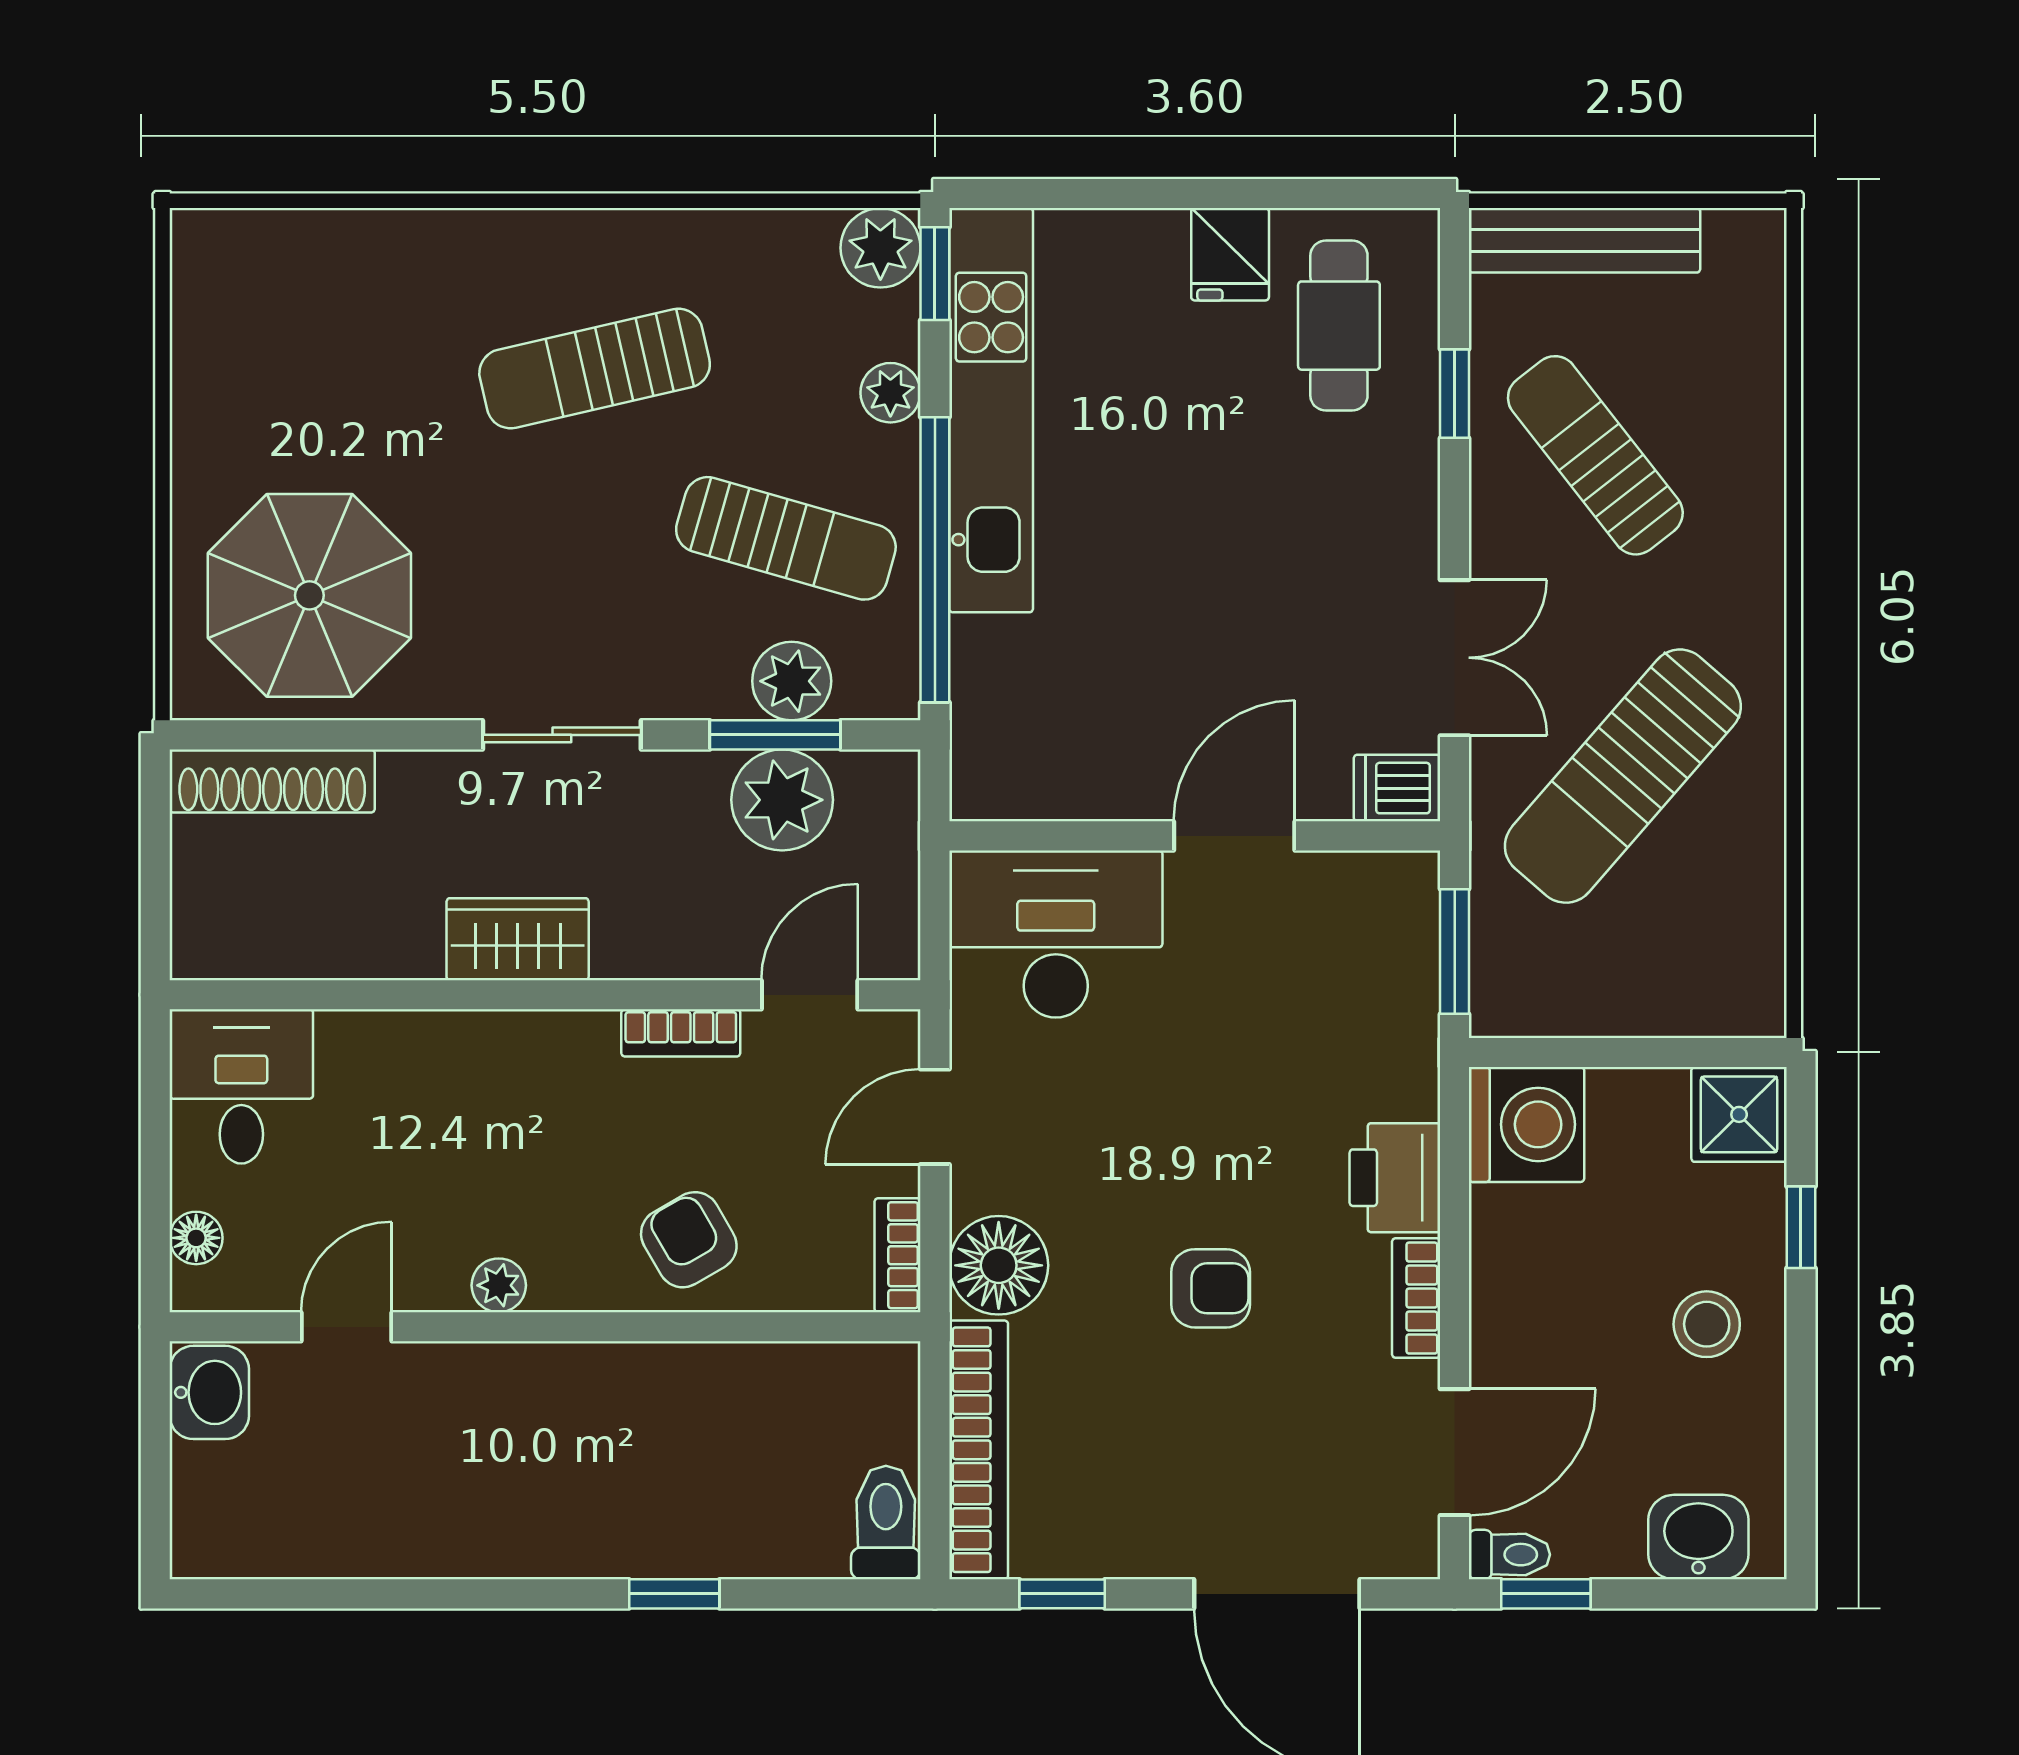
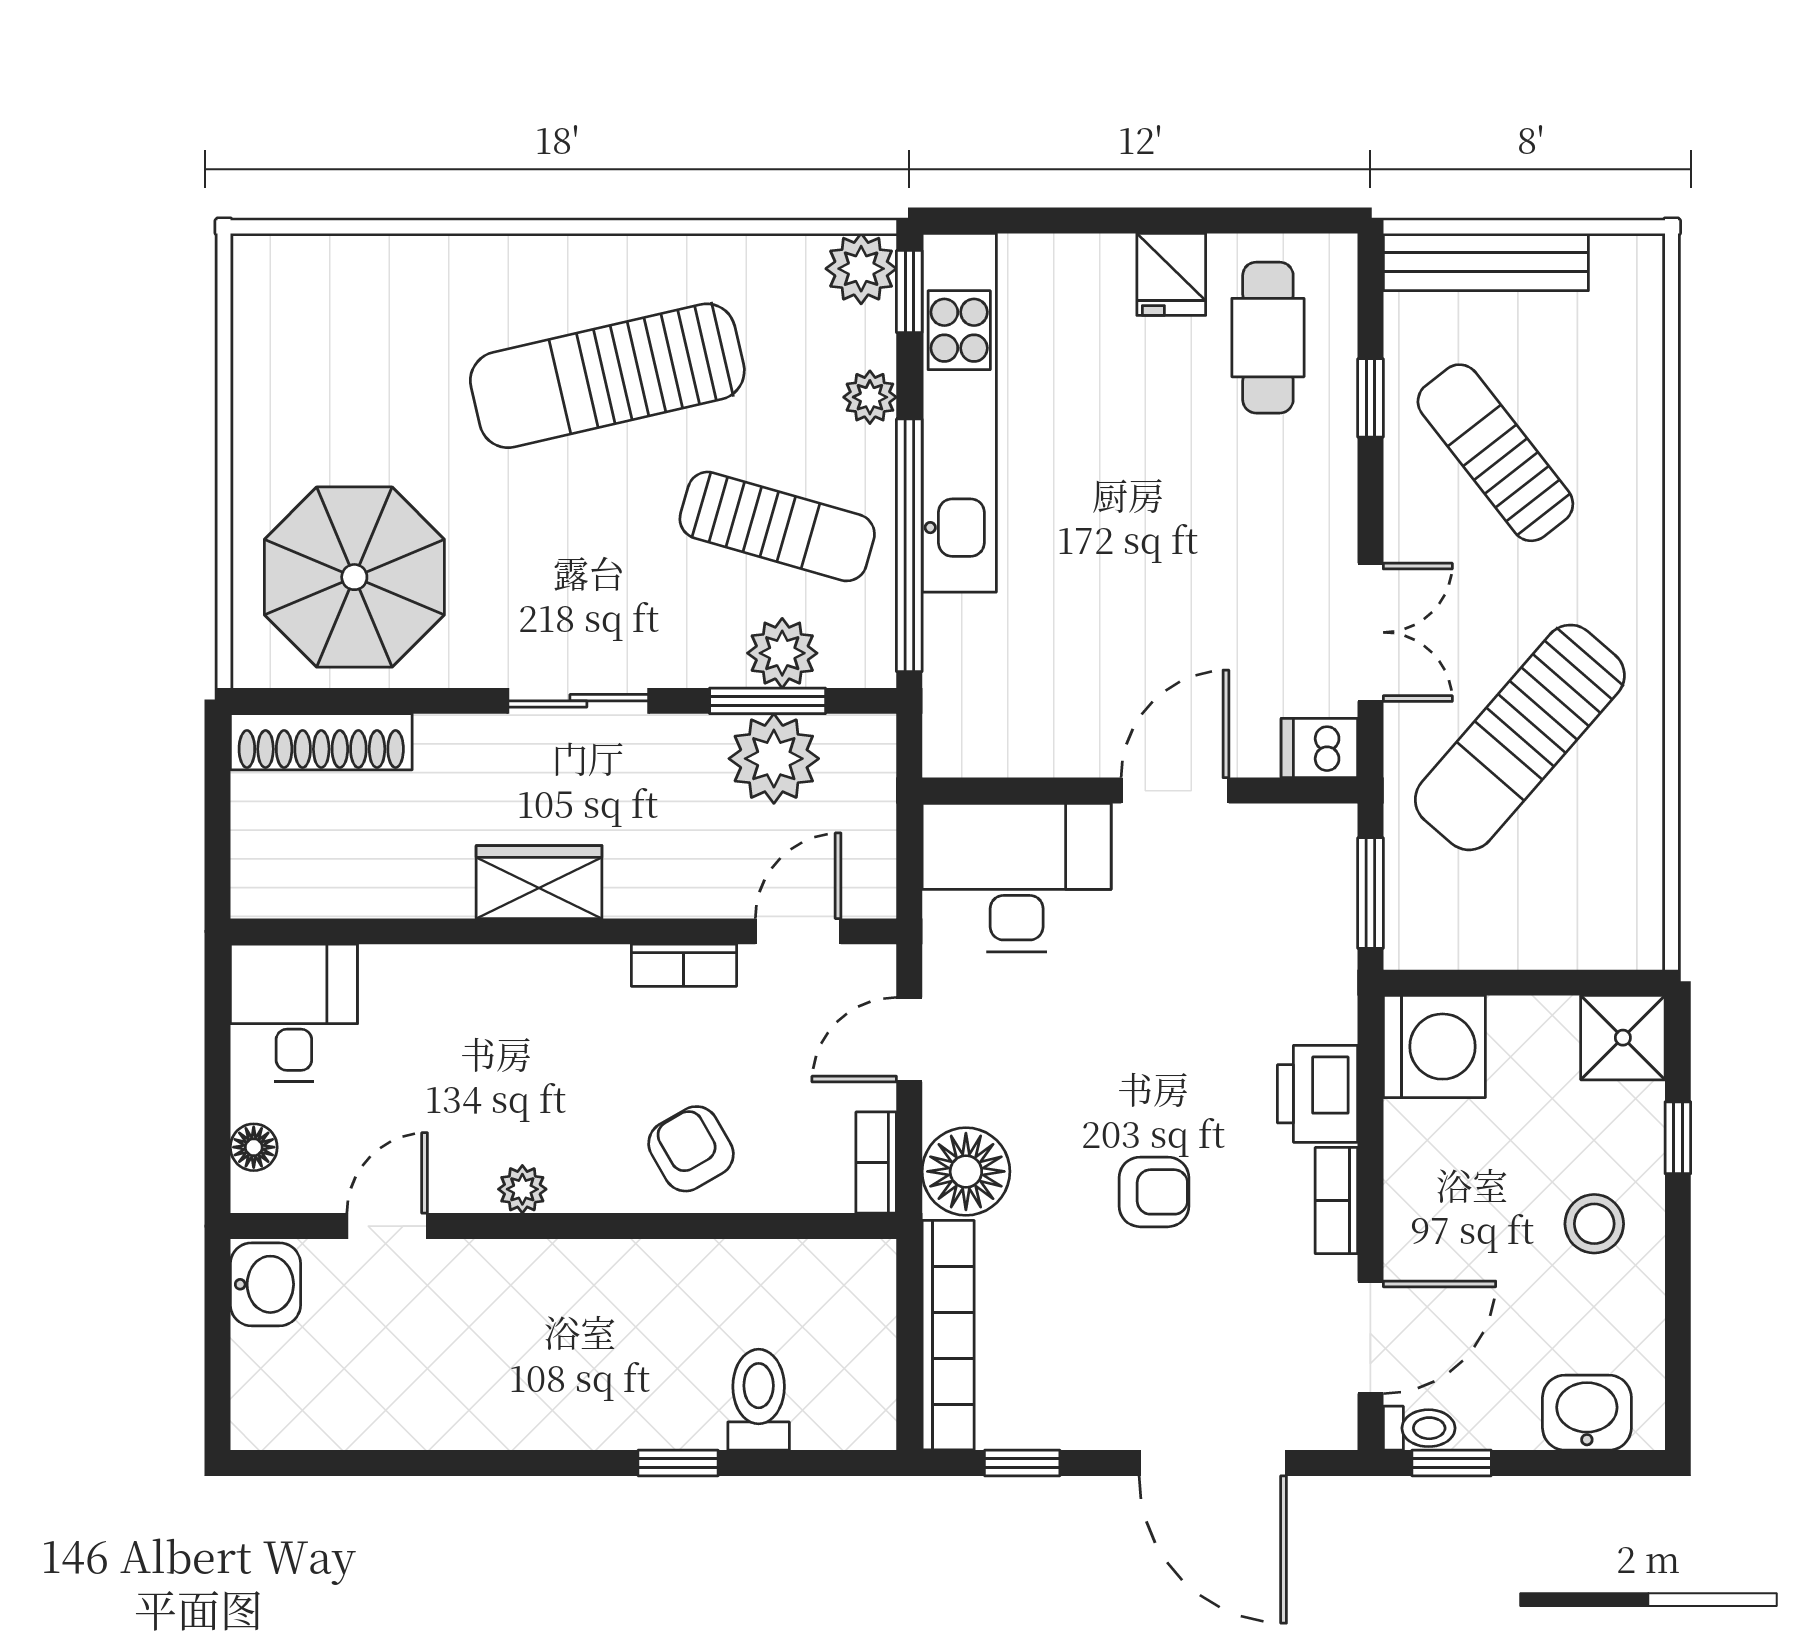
sun lounger: (595, 369) -> (607, 376), width x1.36, depth x1.34
toilet: (886, 1522) -> (759, 1400), moved

